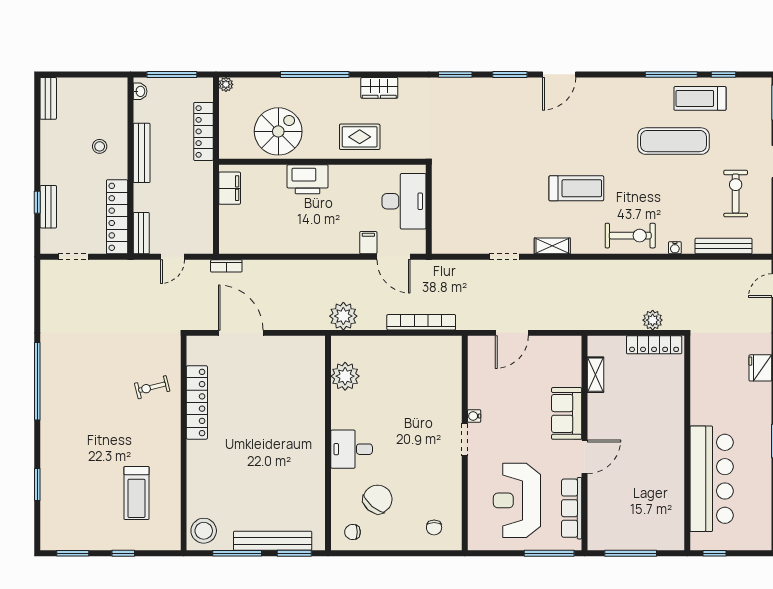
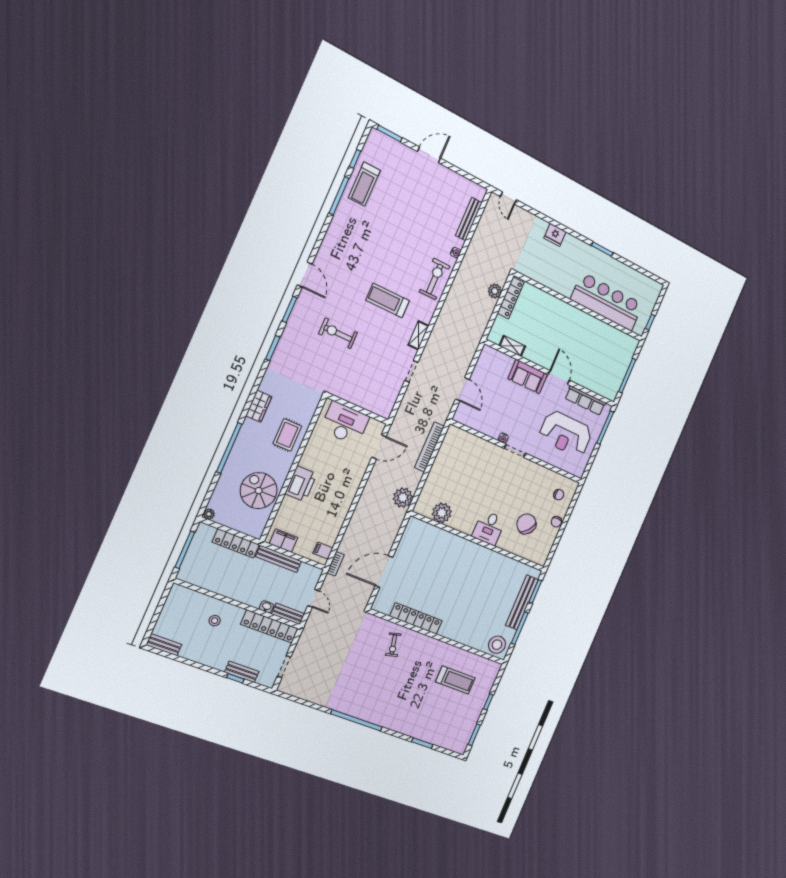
washbasin: (140, 91) -> (266, 607), moved
exercise mat: (674, 141) -> (385, 217), removed
bench: (142, 153) -> (279, 559), moved
treadmill: (576, 188) -> (388, 300), turned -90
exercise bike: (736, 194) -> (338, 333), moved
filing cabinet: (368, 243) -> (323, 551), moved
chair: (353, 532) -> (556, 522), moved

